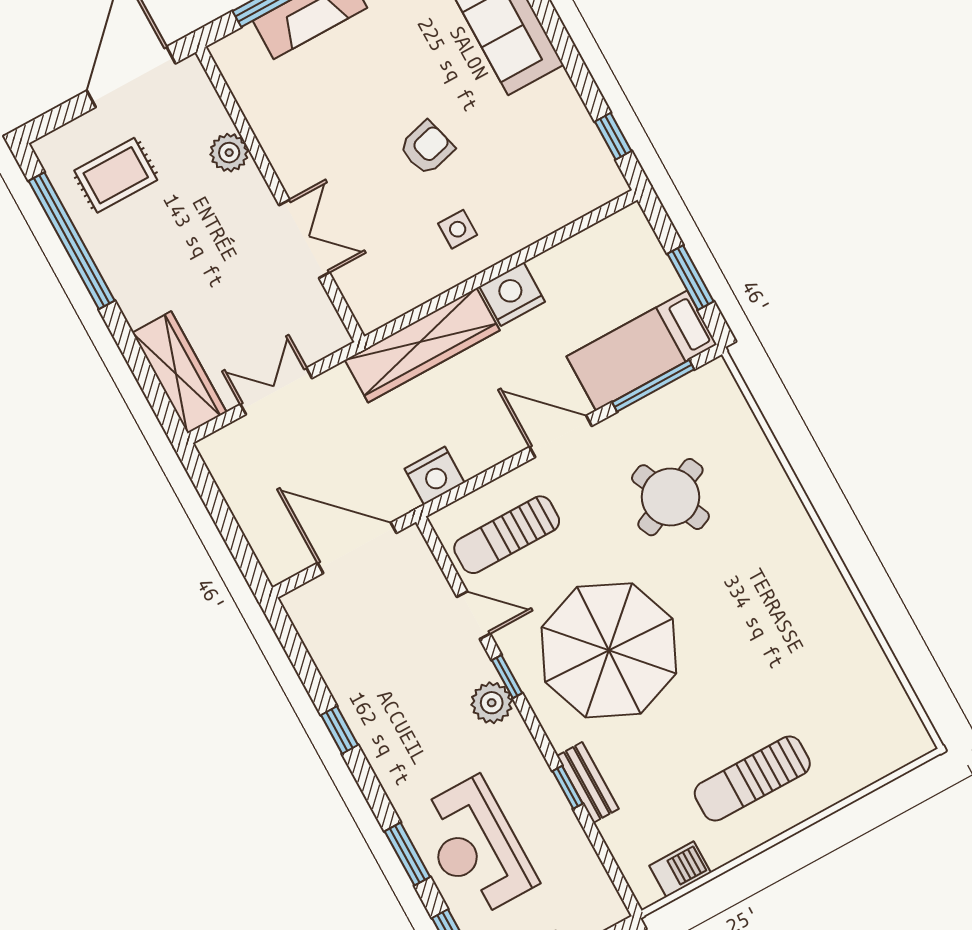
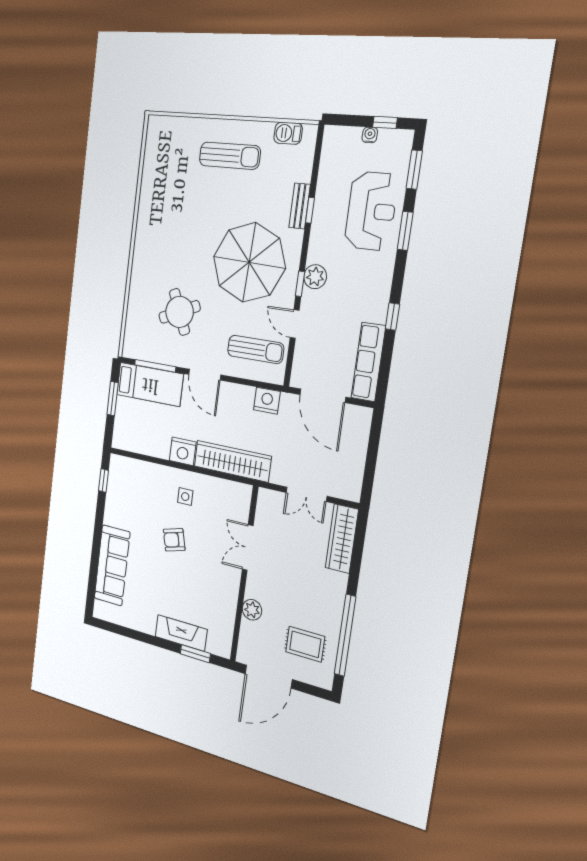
row of seats: (327, 644) -> (368, 362), added

